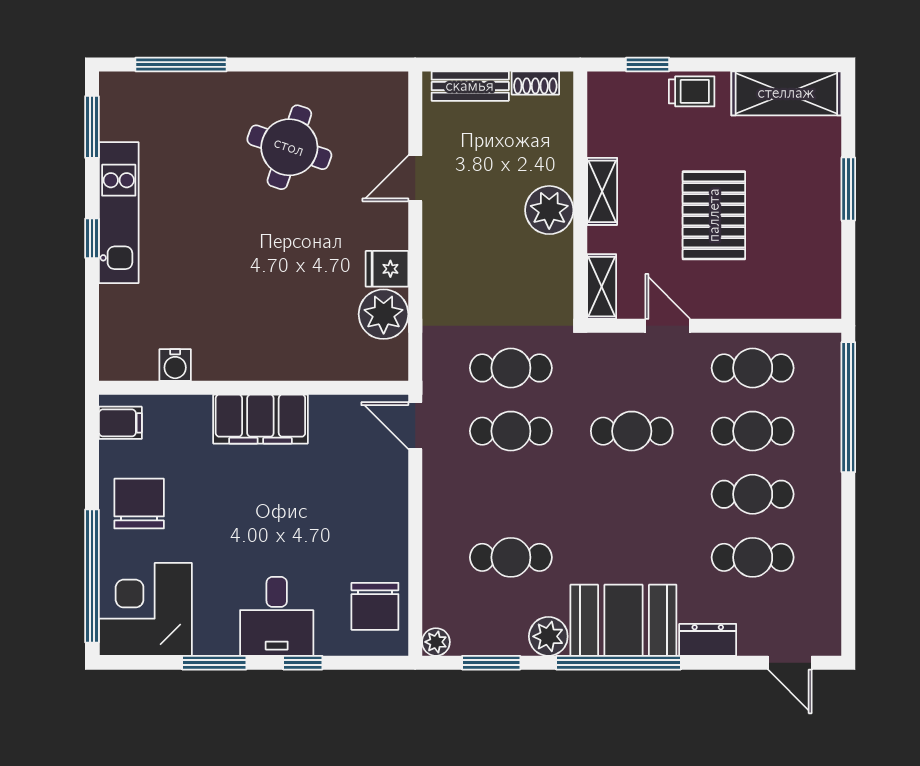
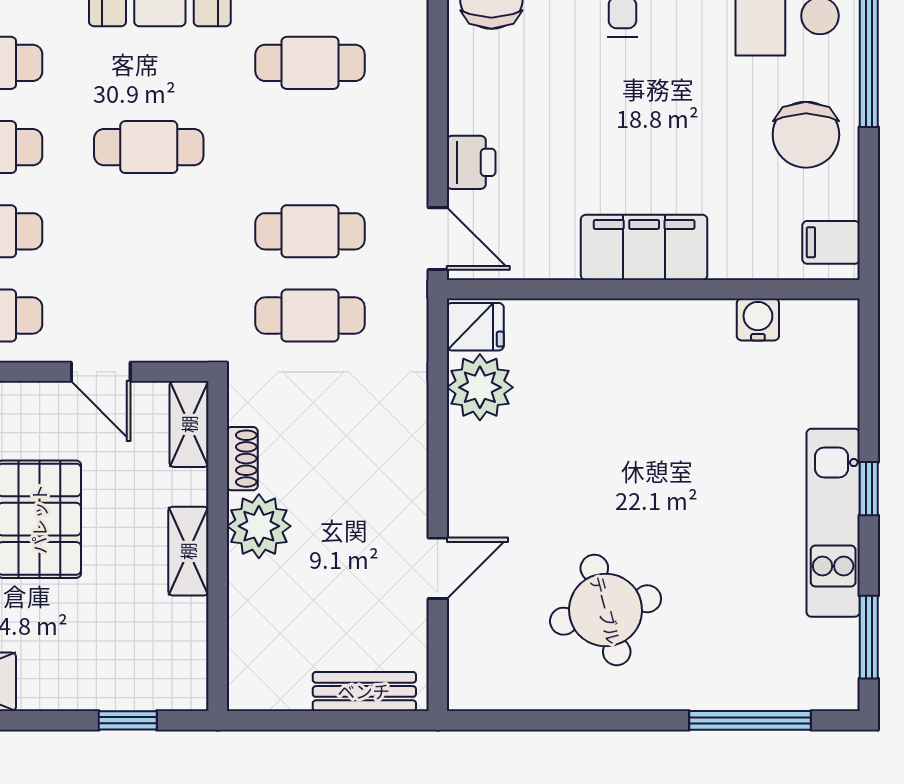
shoe rack: (535, 83) -> (242, 459), moved, turned 90
trolley: (692, 91) -> (69, 684), removed
round table: (289, 147) -> (606, 610), turned -34
fridge: (387, 269) -> (475, 327), moved
cafe table: (632, 431) -> (149, 147), moved
printer: (390, 483) -> (471, 162), added

